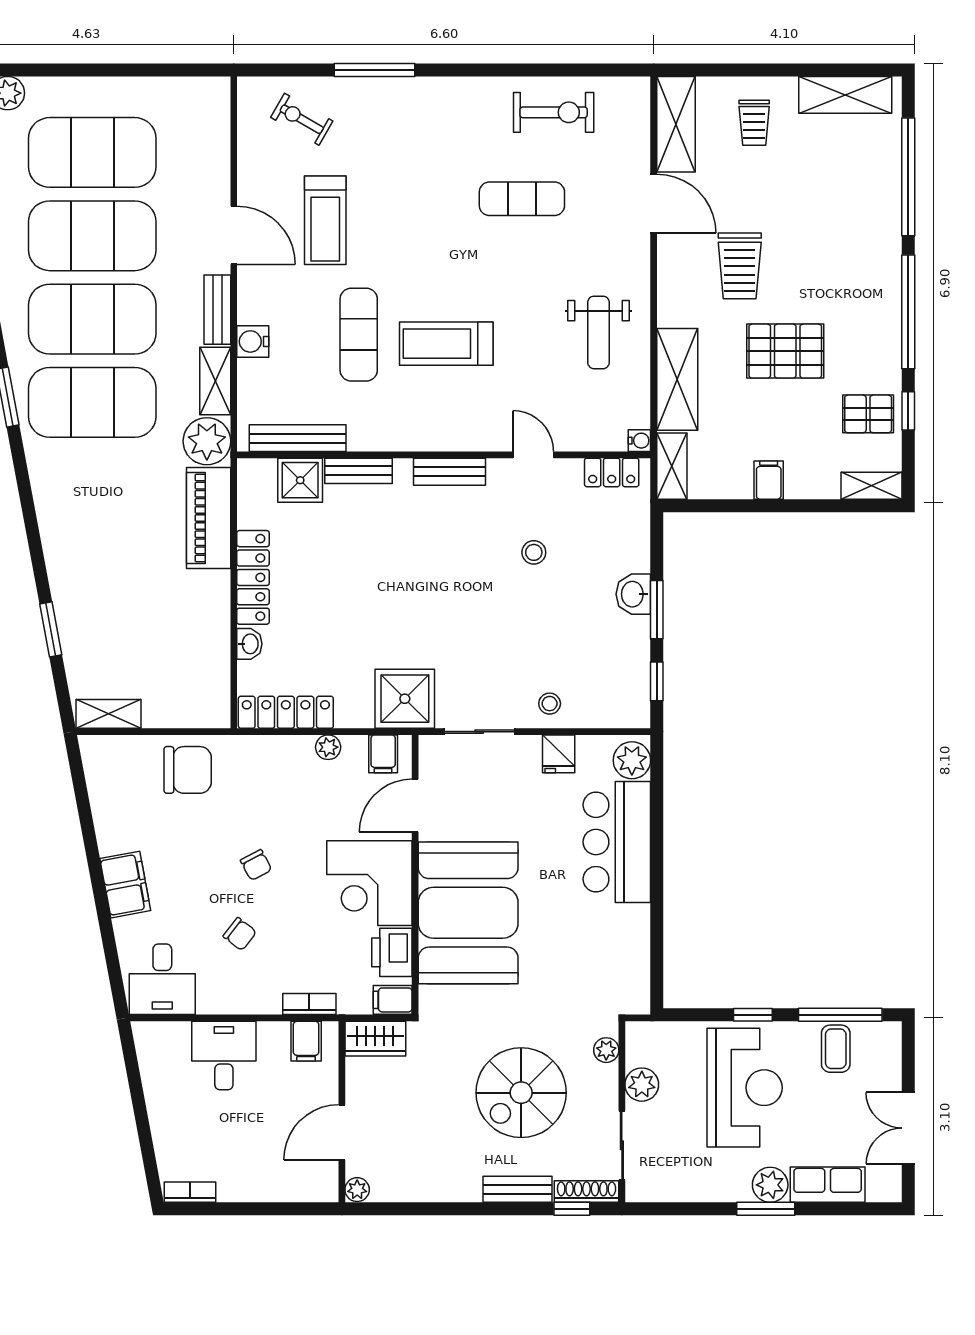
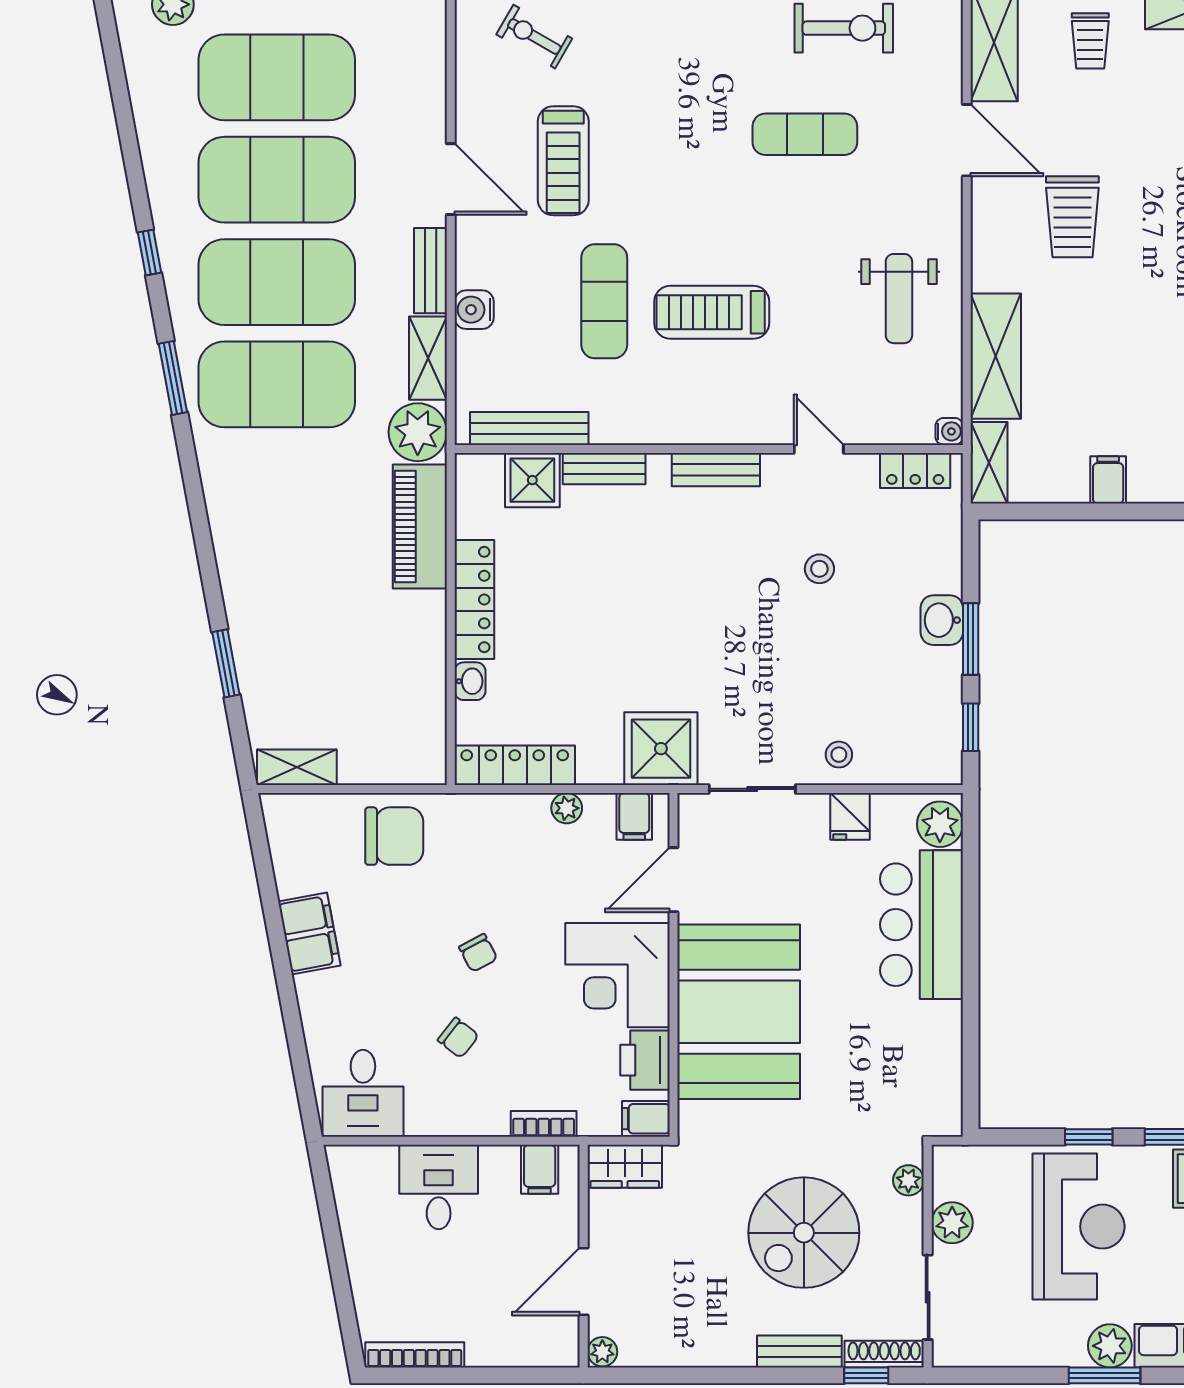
pallet: (785, 351) -> (1128, 321), removed
filing cabinet: (125, 885) -> (309, 933), moved
bookcase: (190, 1192) -> (415, 1355), width x1.56

